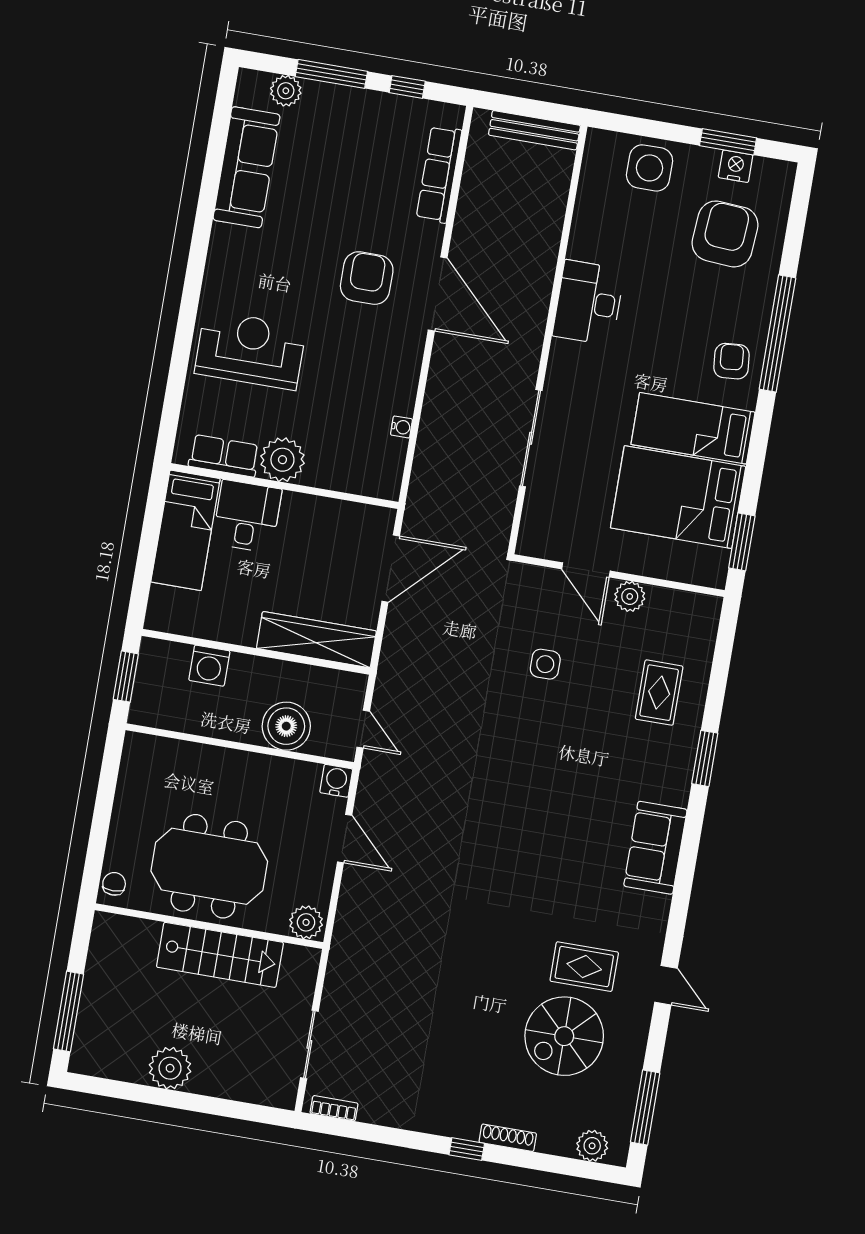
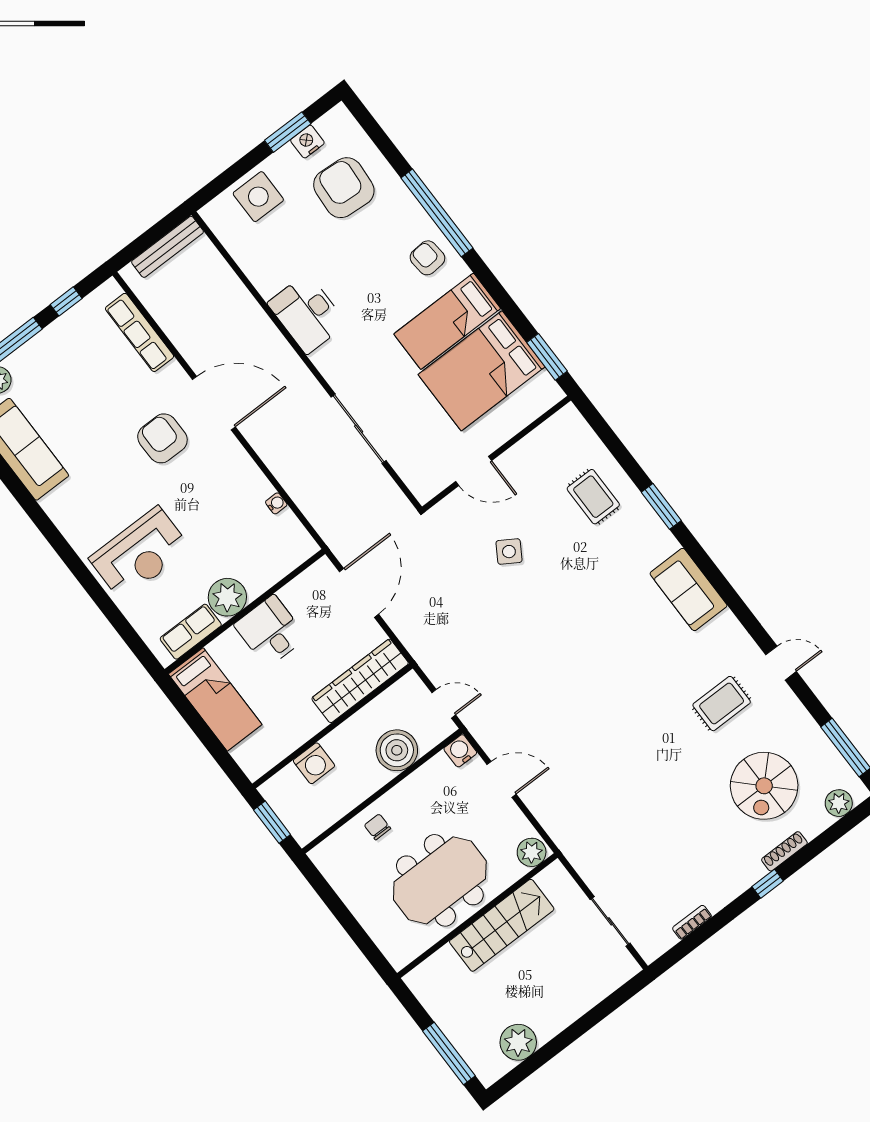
reception desk: (250, 350) -> (140, 553), turned 180
desk: (247, 516) -> (270, 631), moved
plant: (630, 596) -> (516, 459), removed
side table: (545, 664) -> (509, 552), turned 32
chair: (114, 884) -> (377, 827), moved
spiral stairs: (564, 1036) -> (764, 786), moved
plant: (170, 1068) -> (518, 1042), moved
bookcase: (334, 1108) -> (692, 922), moved

